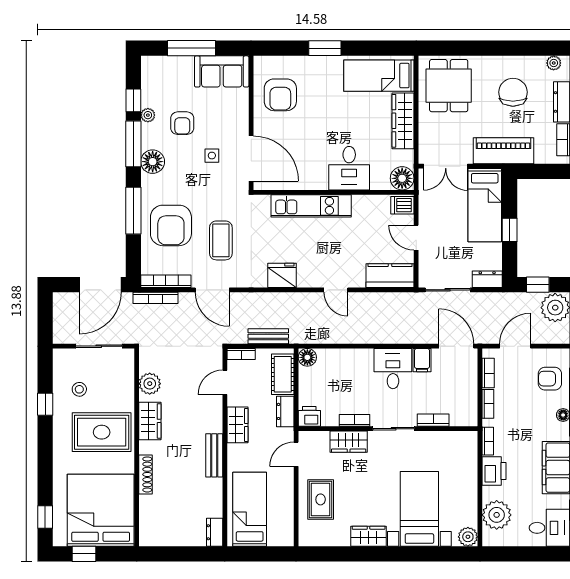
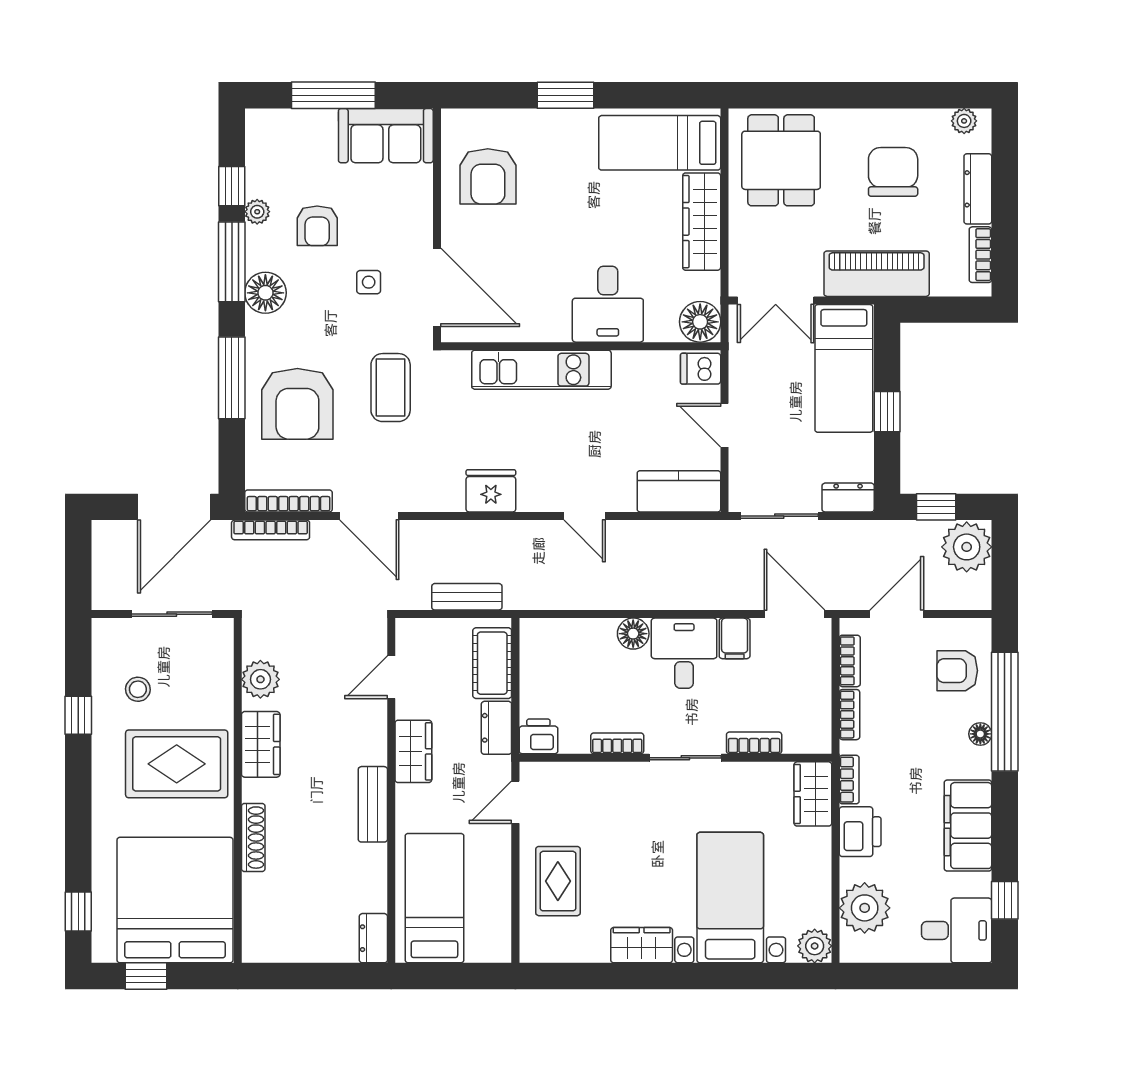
coffee table: (221, 240) -> (391, 388), moved
bookcase: (241, 354) -> (420, 628), removed
floor lamp: (307, 357) -> (633, 634), moved
wardrobe: (349, 442) -> (813, 794), moved, turned 90

